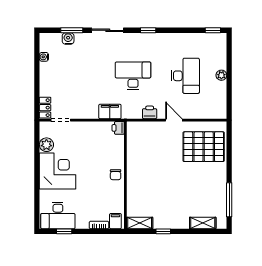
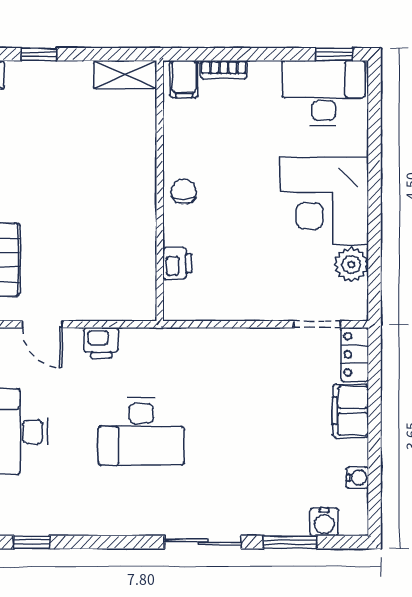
window: (148, 30) -> (32, 542), moved
water cooler: (68, 39) -> (324, 522), moved
filing cabinet: (110, 111) -> (351, 411), moved, turned 90
printer: (118, 128) -> (177, 263), moved
window: (64, 231) -> (334, 54), moved
window: (163, 231) -> (39, 54), moved

